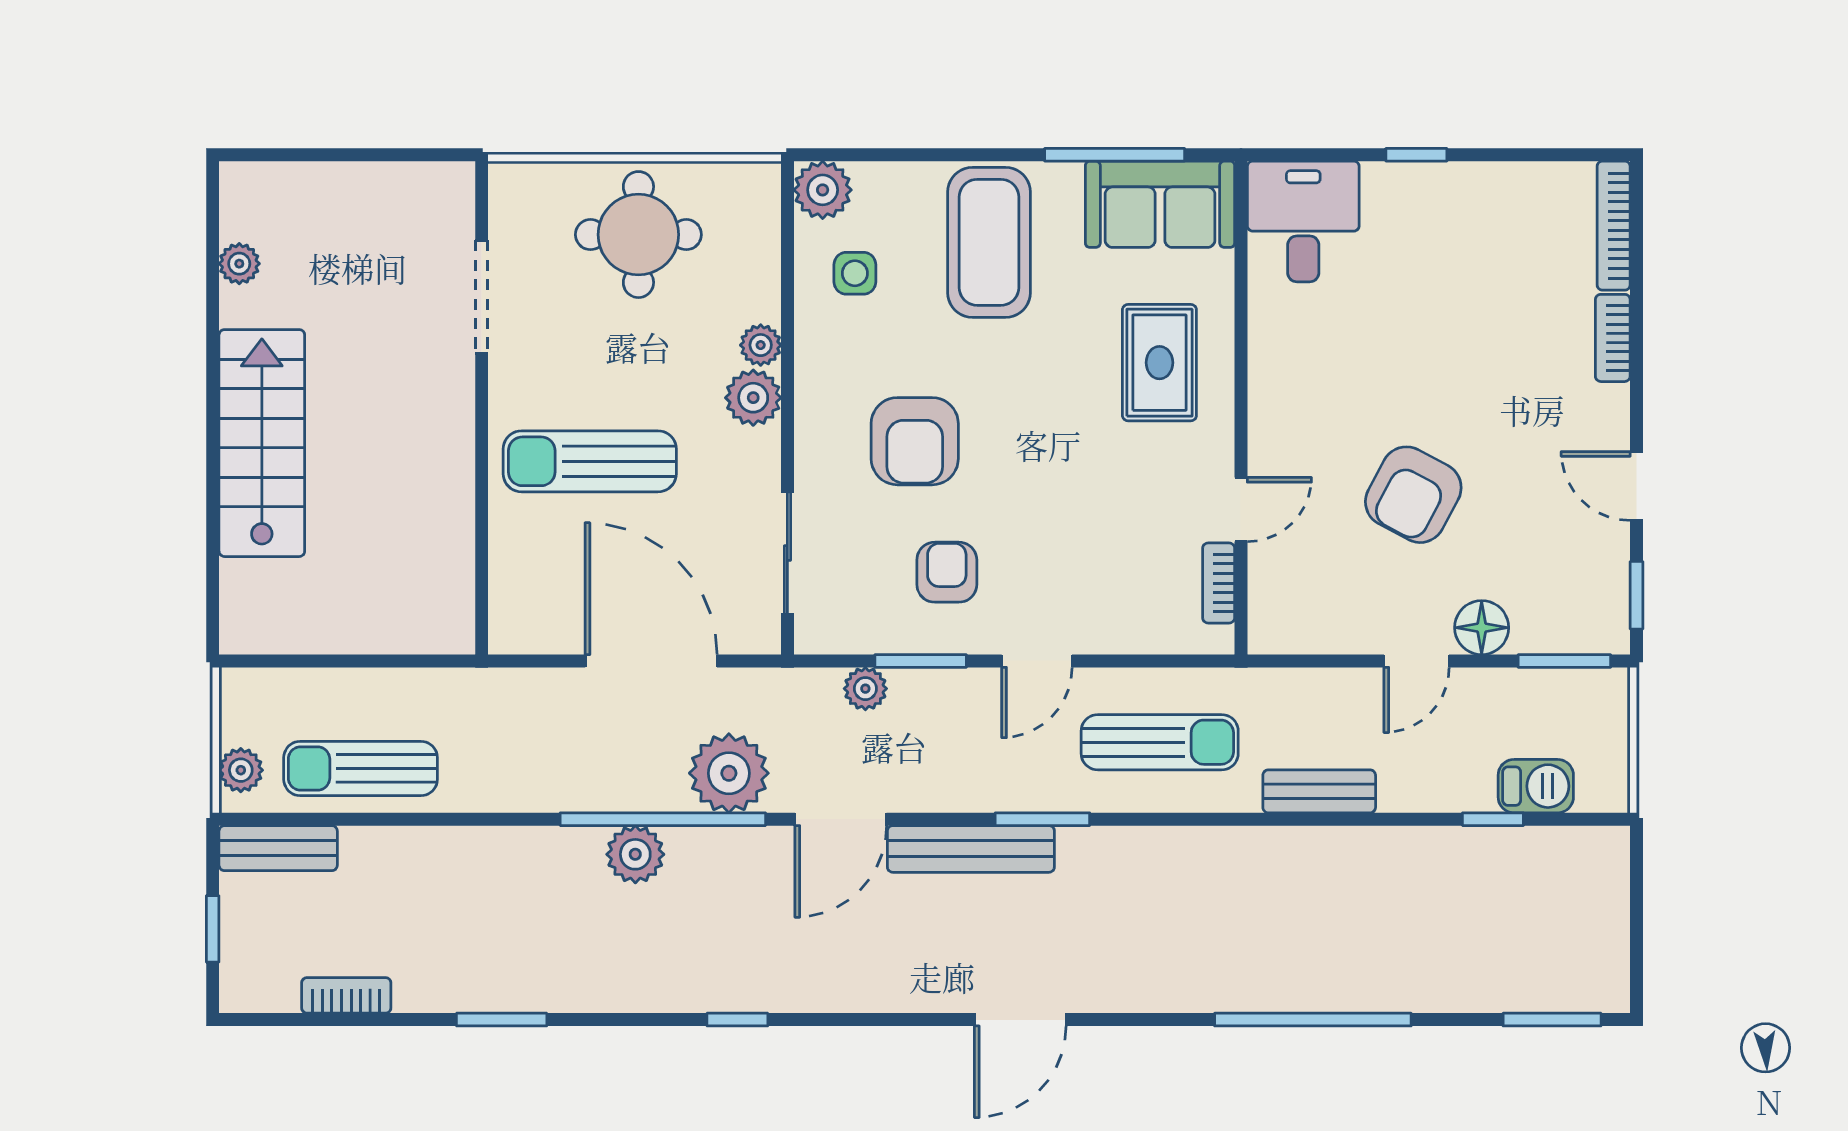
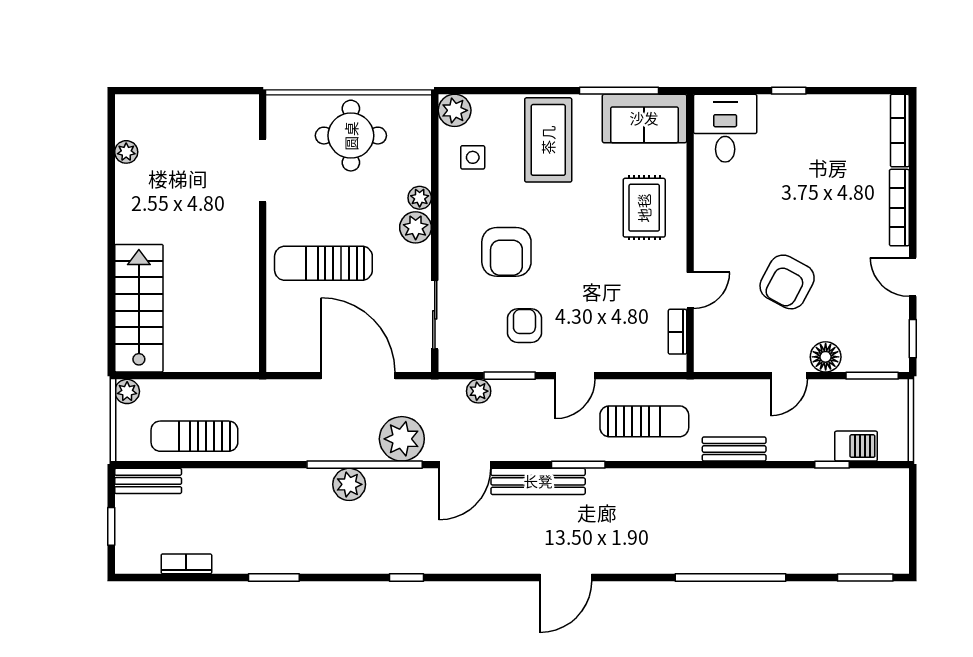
bookcase: (1613, 338) -> (899, 208), width x1.56
stairs: (262, 443) -> (139, 308), moved
plant: (241, 770) -> (127, 391), moved

